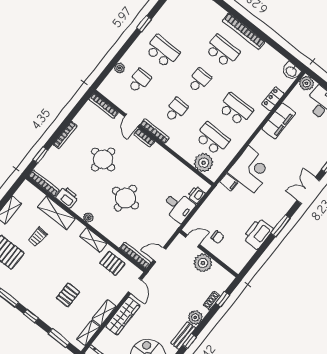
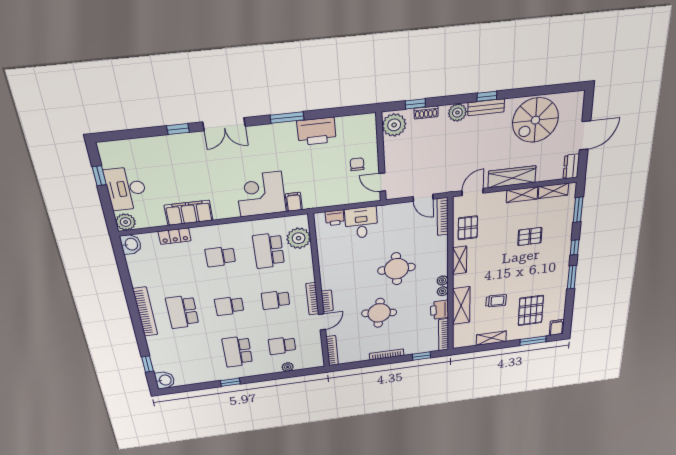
school desk: (236, 109) -> (220, 257), width x0.54
plant: (80, 211) -> (443, 291), added
plant: (203, 263) -> (394, 125), moved

